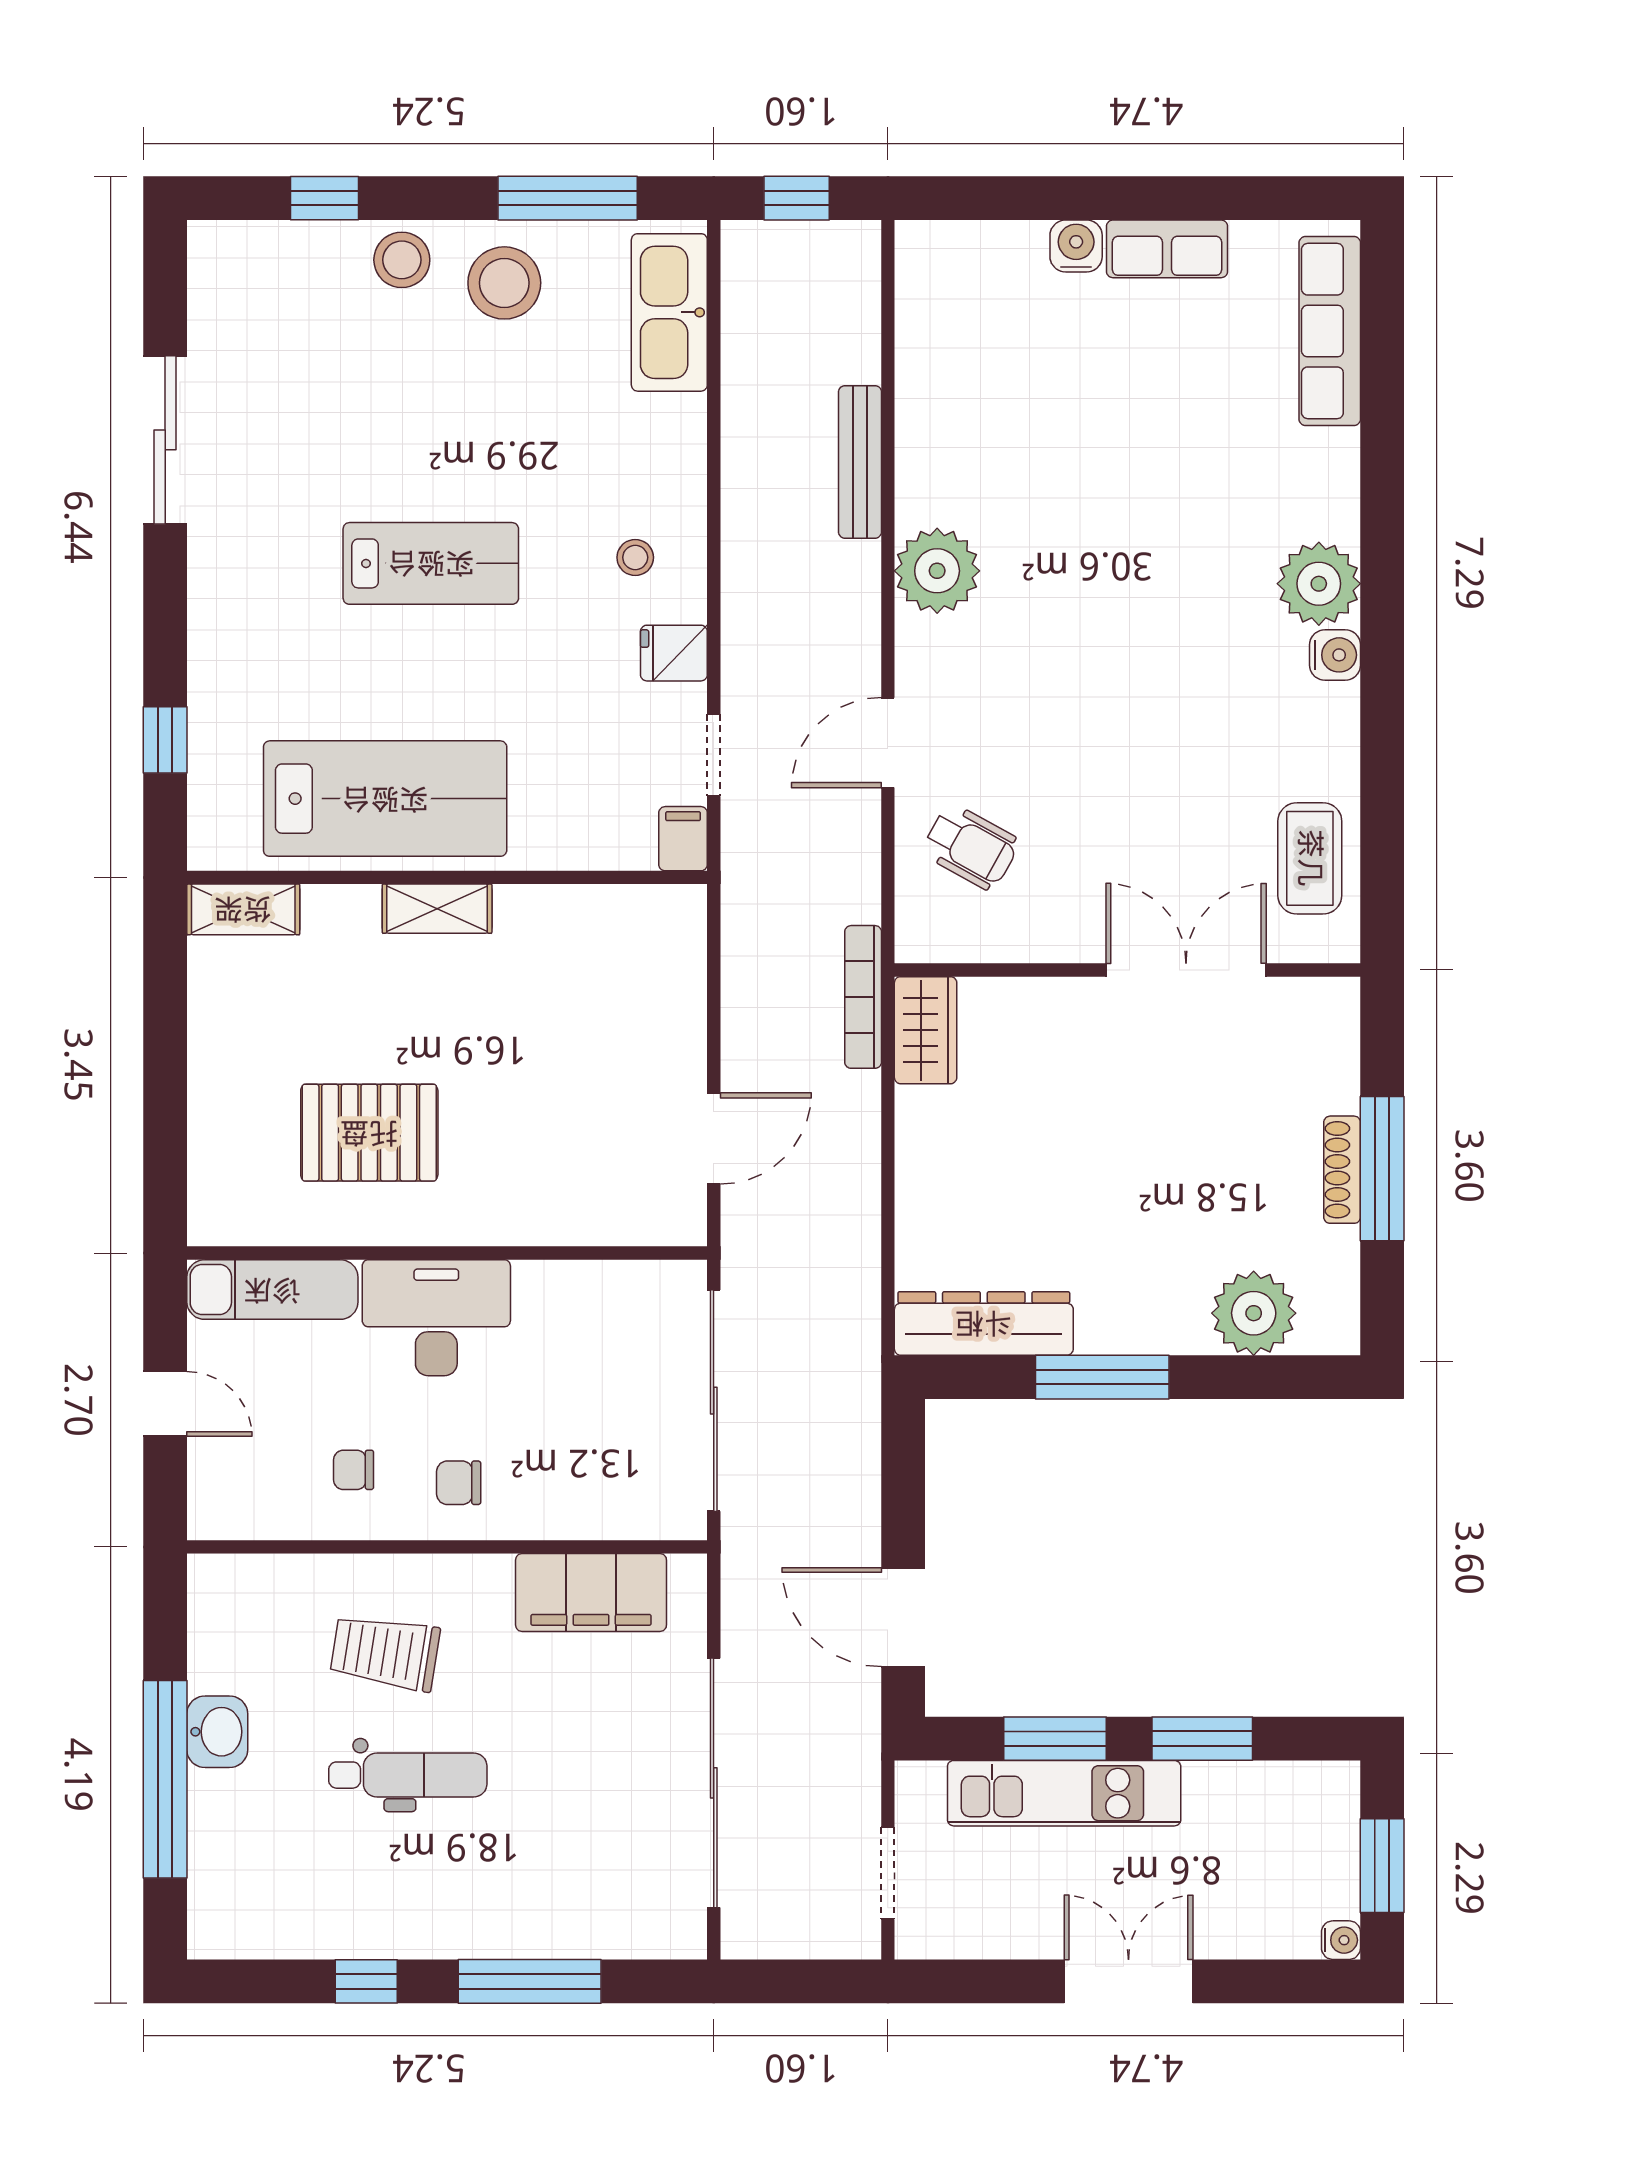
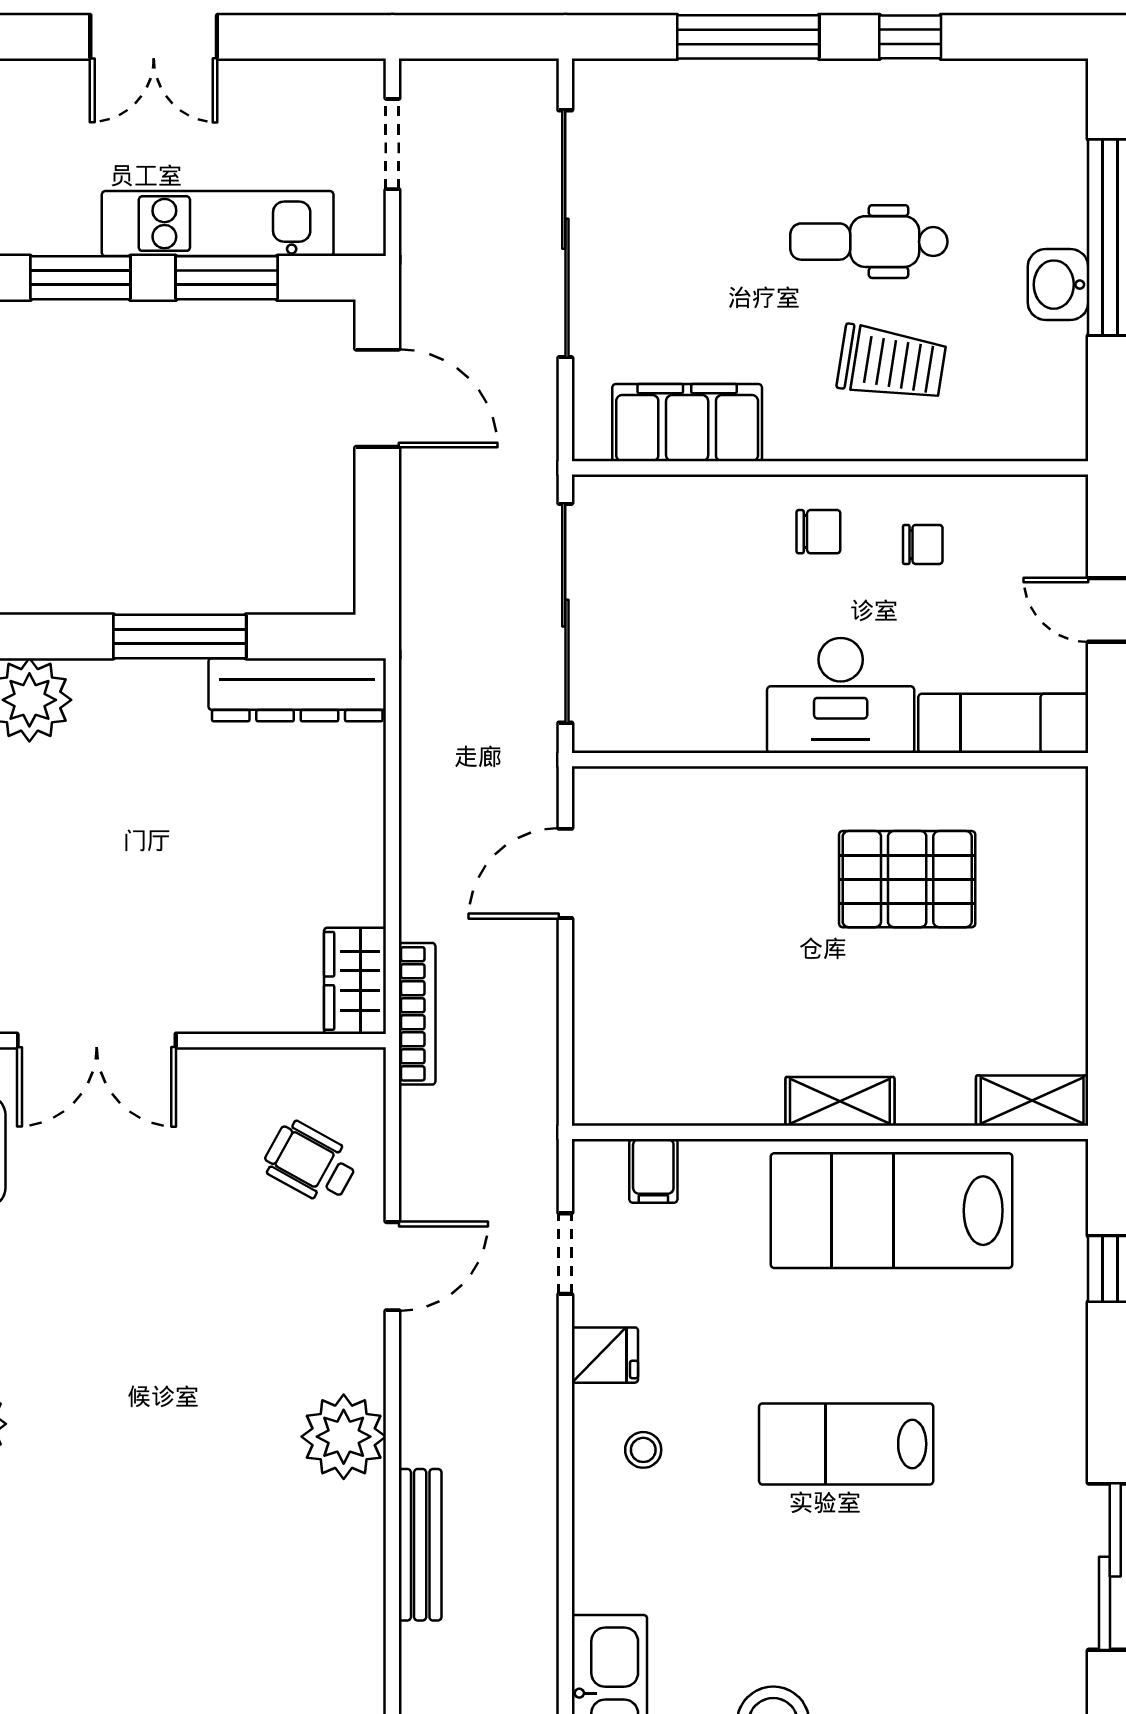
filing cabinet: (683, 839) -> (653, 1171), moved

